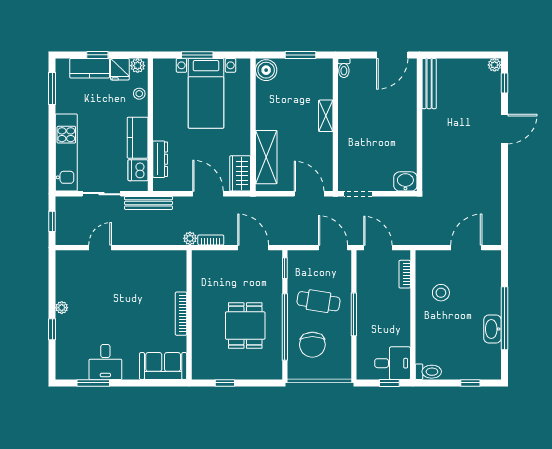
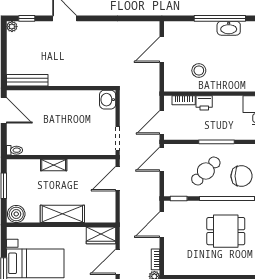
shelving: (266, 157) -> (62, 214), moved
door: (466, 248) -> (162, 50), hinge flipped
printer: (401, 299) -> (204, 103), added
cafe table: (318, 301) -> (206, 171), turned 36

